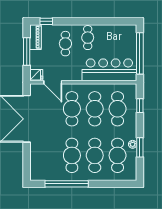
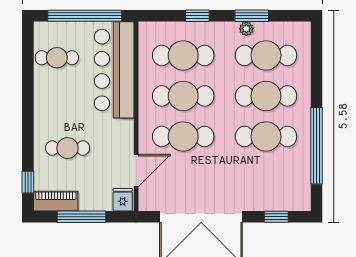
cafe table: (88, 38) -> (57, 58), moved
window: (140, 106) -> (197, 16), moved
window: (27, 161) -> (276, 217), added

